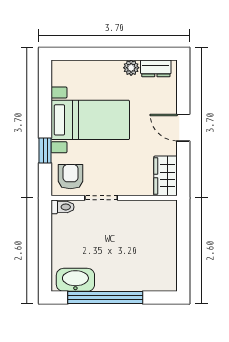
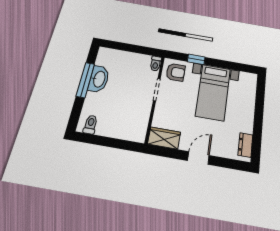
plant: (131, 68) -> (247, 127), removed
toilet: (165, 274) -> (91, 124), added
washbasin: (75, 280) -> (99, 79), moved
window: (105, 297) -> (85, 80), width x0.68

